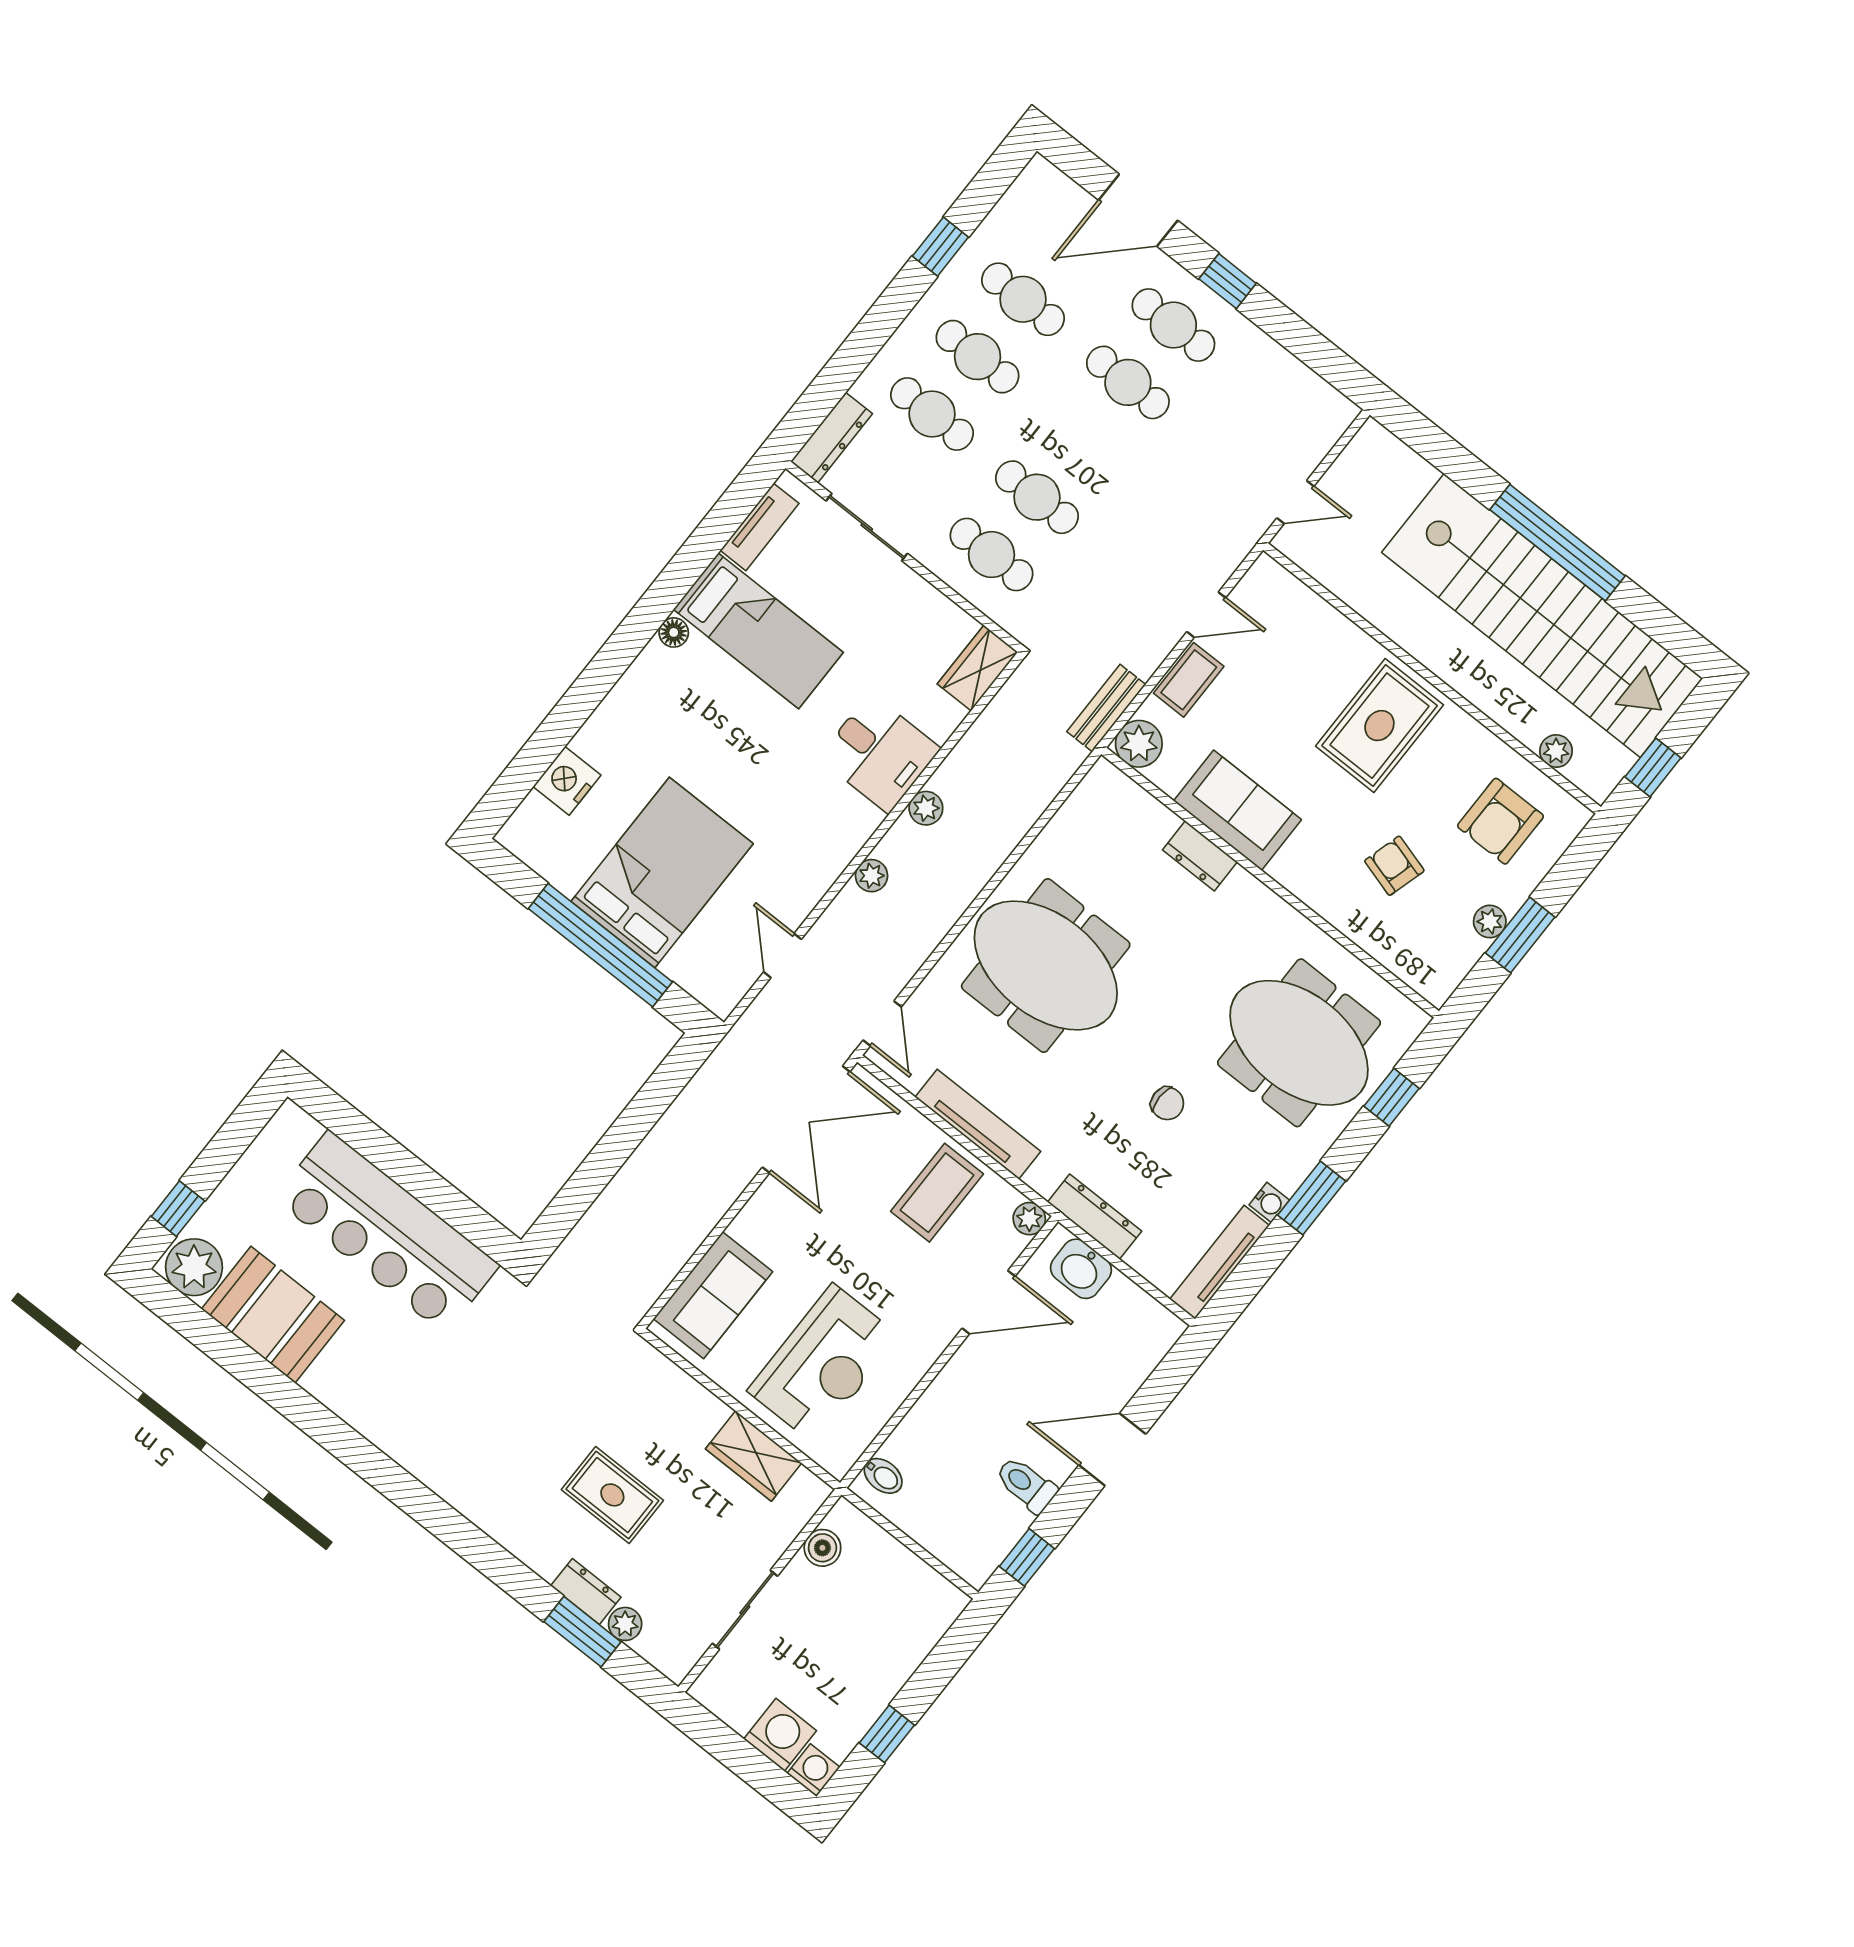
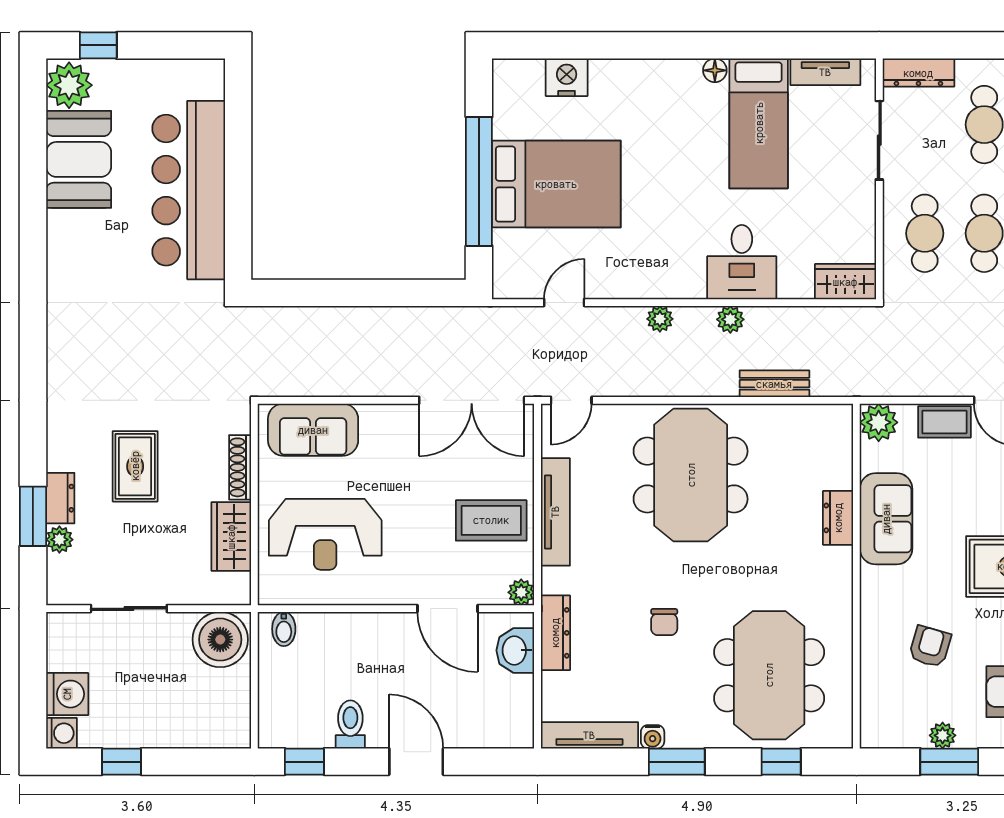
bench: (1106, 708) -> (774, 384), moved
shoe rack: (694, 1394) -> (240, 467), added
boiler: (822, 1548) -> (220, 640), width x1.86, depth x1.86

